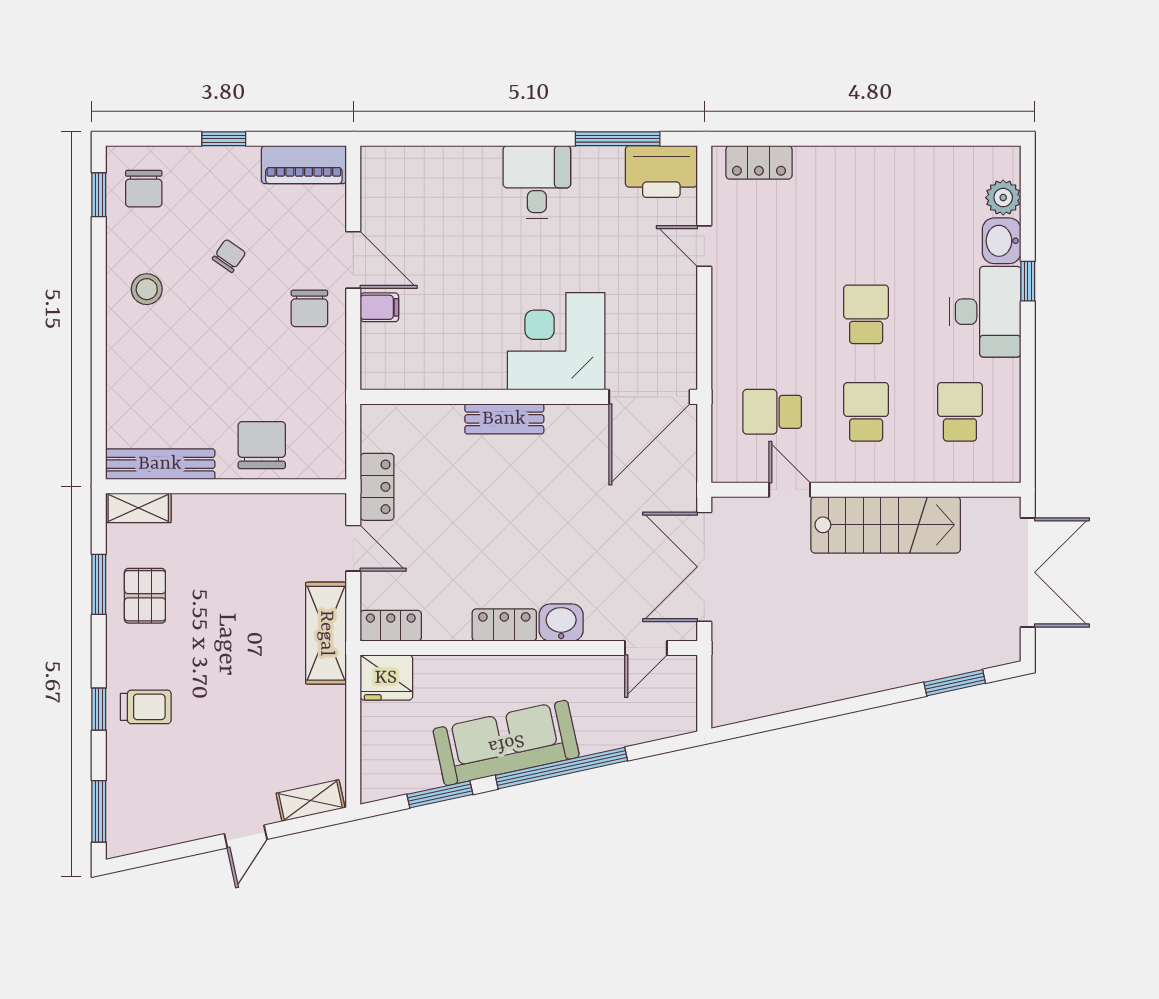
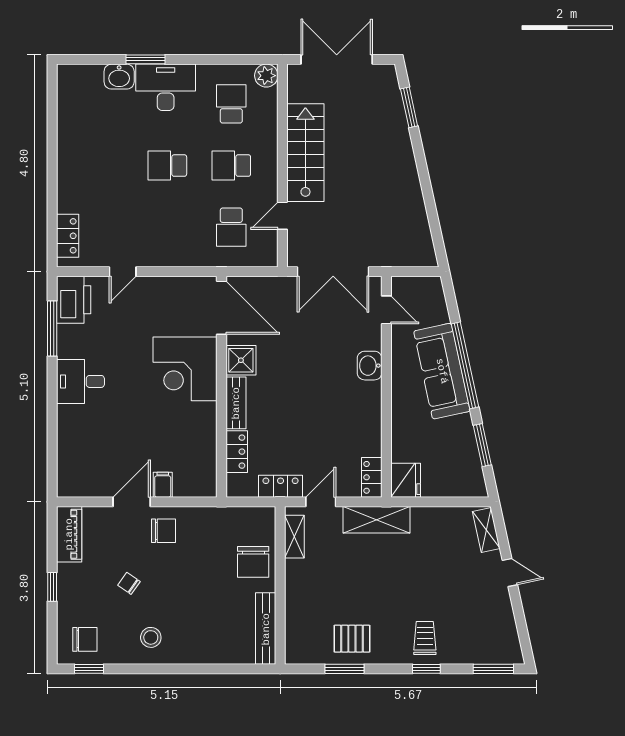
plant: (1003, 198) -> (266, 76), moved
window: (1028, 281) -> (146, 59), width x1.50
school desk: (960, 412) -> (231, 104), turned 90
shower: (569, 426) -> (241, 360), added
chair: (262, 445) -> (253, 562), turned -90
shelving: (138, 508) -> (294, 537), moved
locker: (504, 625) -> (237, 452), moved, turned 180
sofa: (506, 743) -> (442, 371), moved

